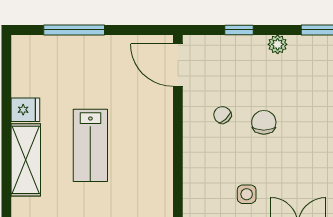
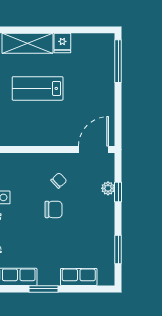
window: (74, 30) -> (118, 61), moved
plant: (278, 44) -> (108, 188), moved

